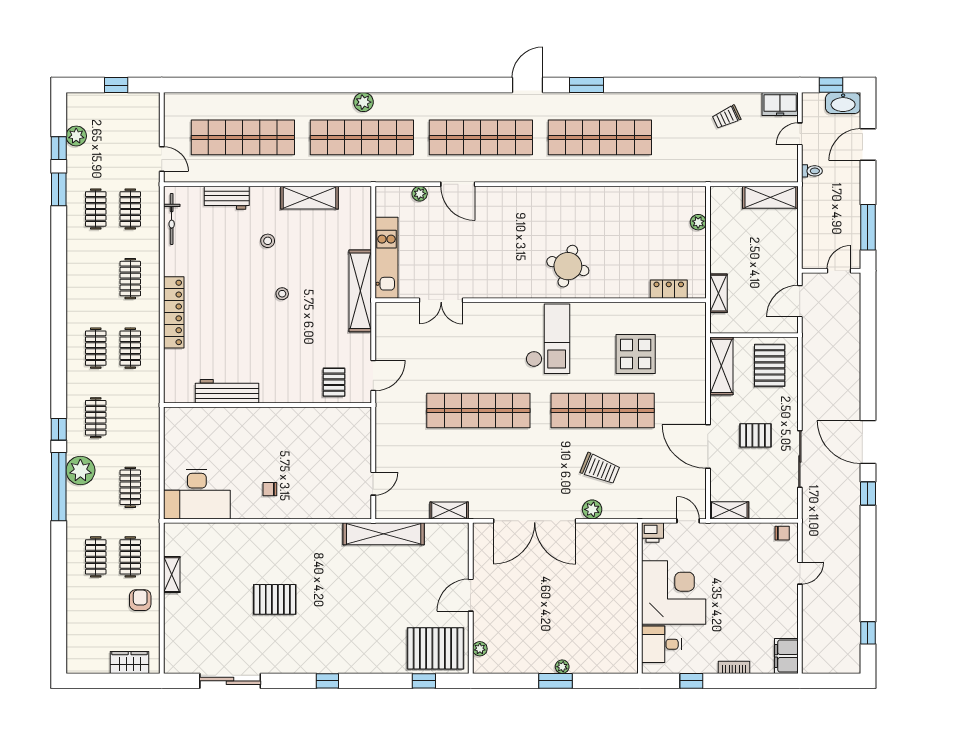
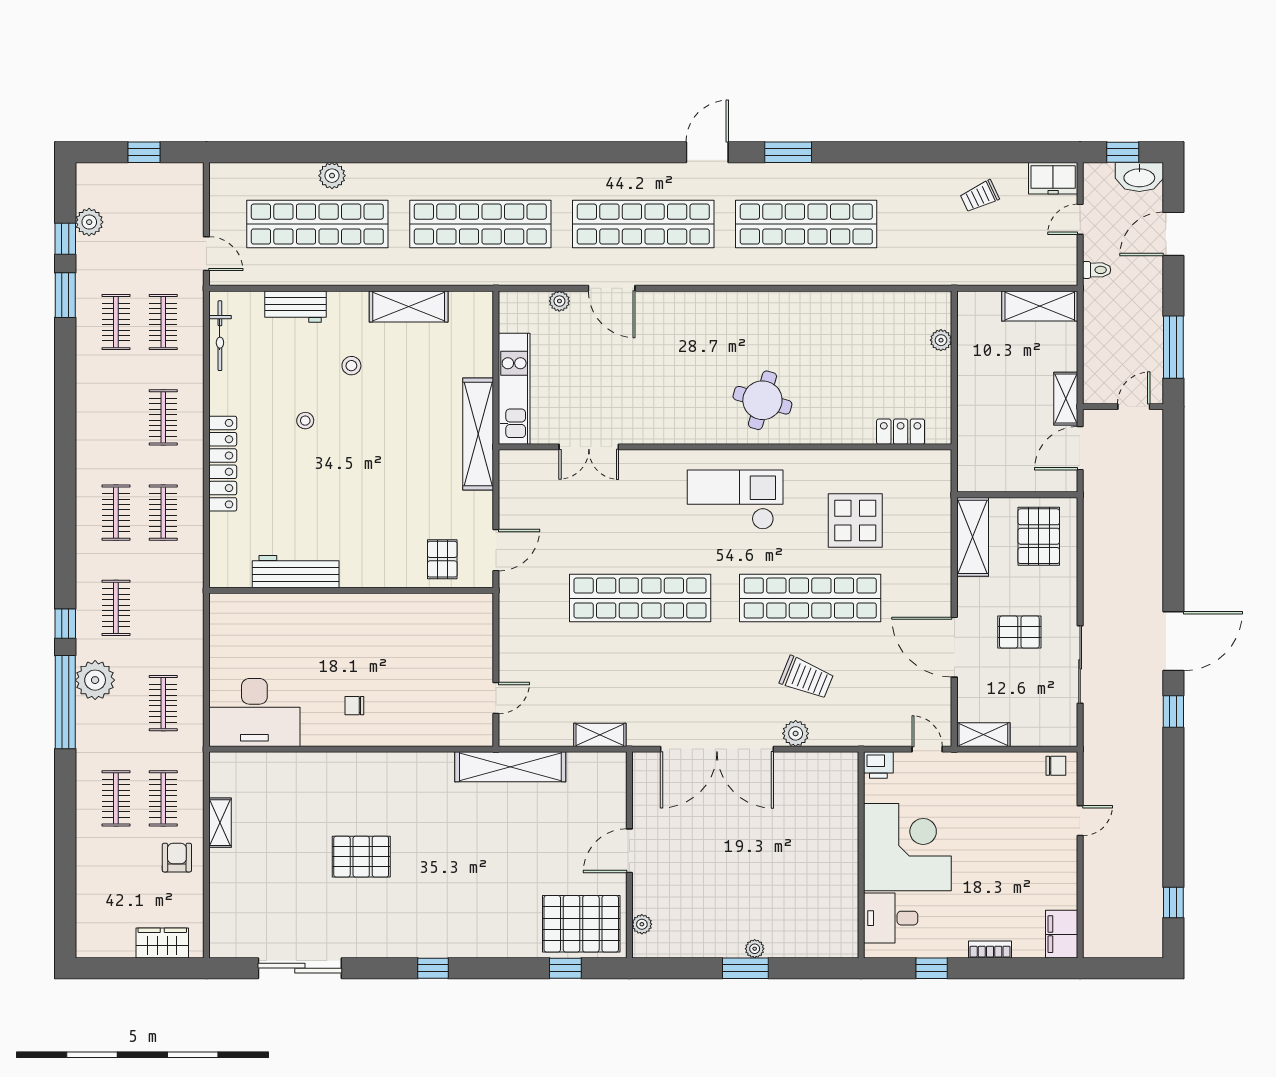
plant: (363, 102) -> (332, 176), moved
shelving: (718, 293) -> (1066, 399), moved
stool: (282, 294) -> (305, 421), moved
checkout: (548, 339) -> (735, 500), turned -90
door: (868, 442) -> (1173, 641), swing flipped

